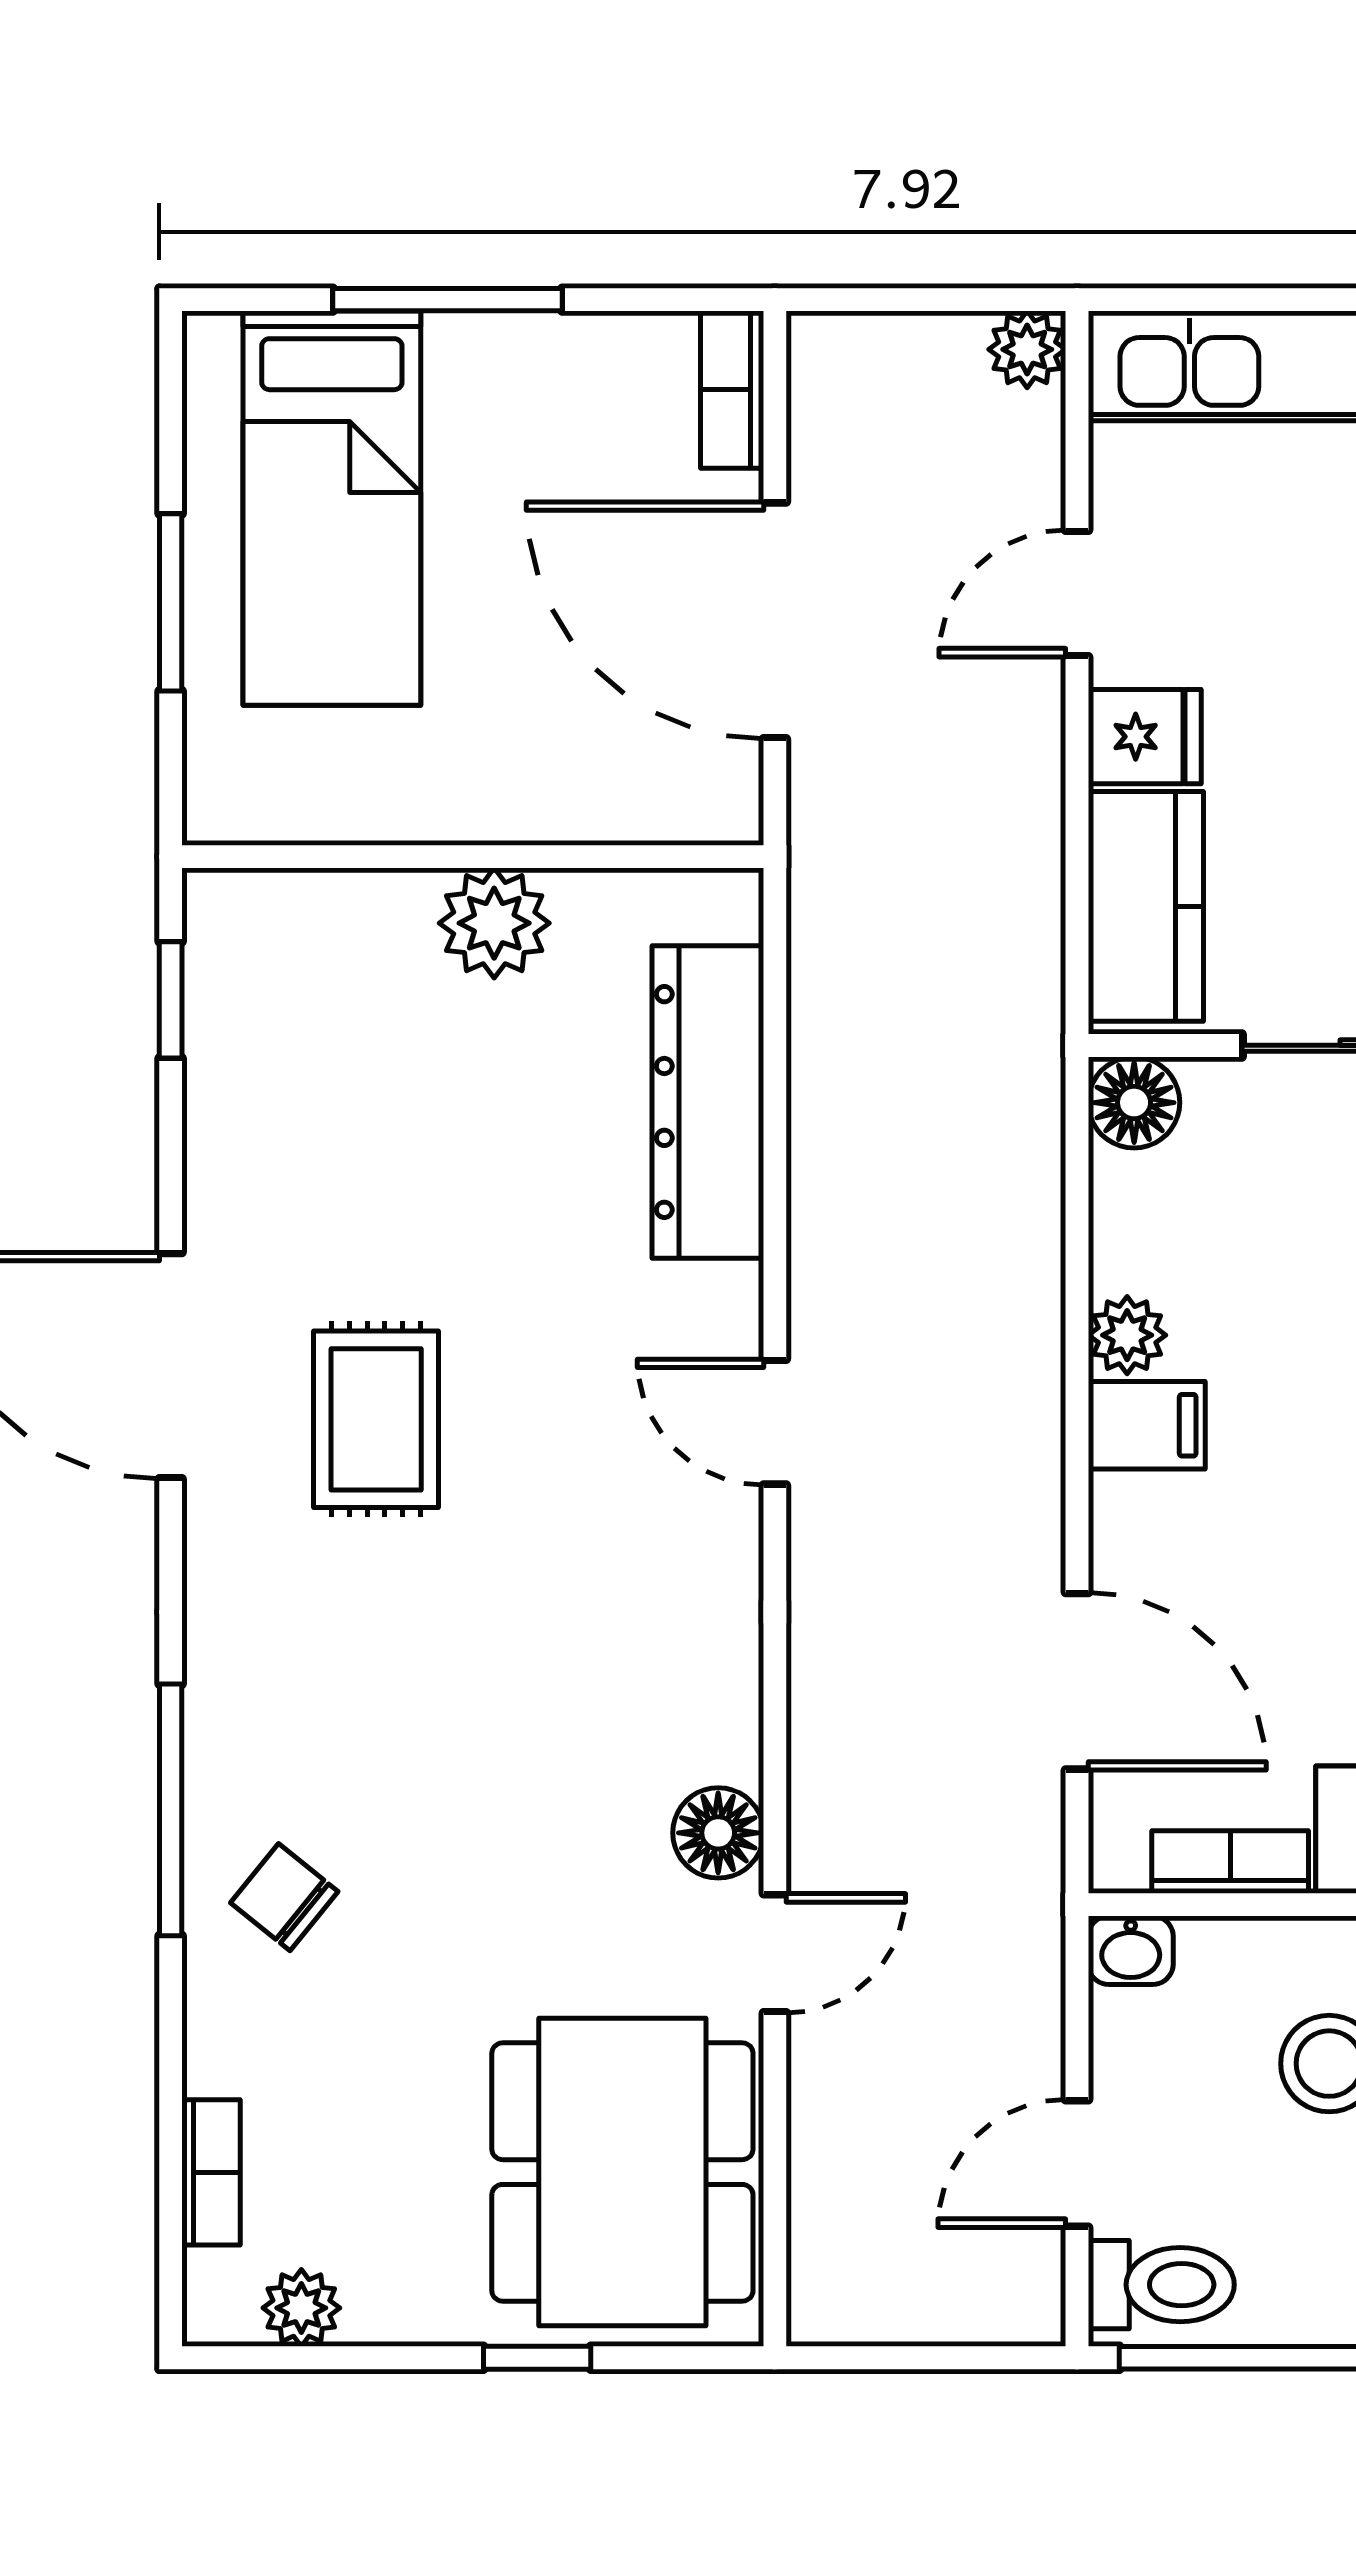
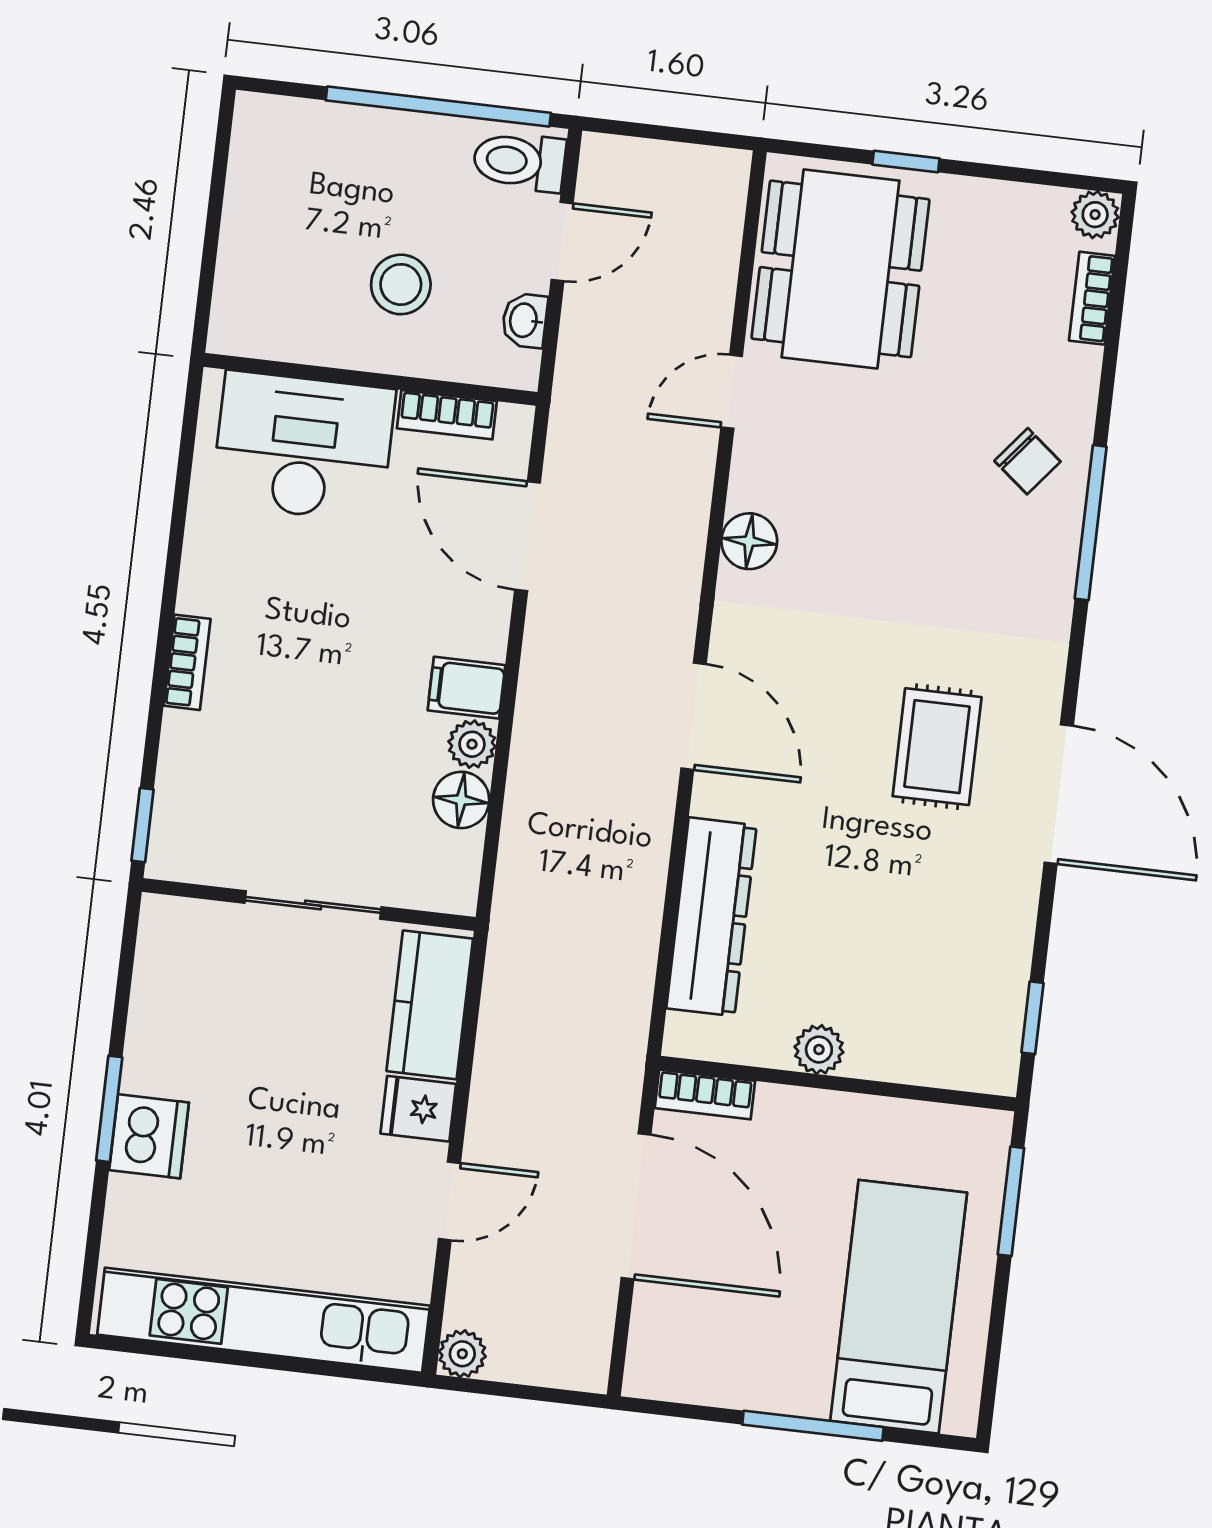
bookcase: (732, 390) -> (705, 1095), moved, turned 90
window: (171, 602) -> (1011, 1201), moved
plant: (494, 923) -> (819, 1050), width x0.73, depth x0.73
floor lamp: (1134, 1103) -> (461, 800), moved
door: (775, 1422) -> (694, 716), width x1.38
floor lamp: (718, 1833) -> (749, 541), moved
washbasin: (1131, 1950) -> (525, 320), moved, turned -90
plant: (301, 2308) -> (1095, 215), moved

